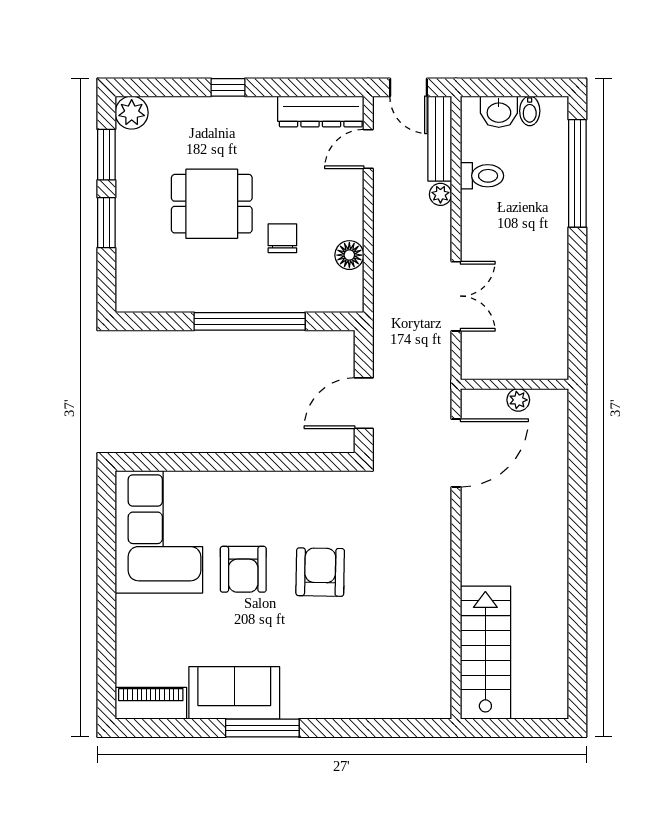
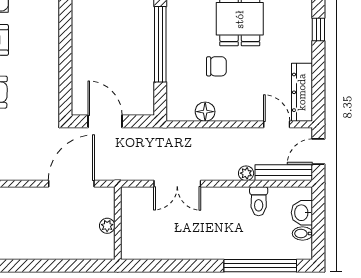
door: (456, 453) -> (71, 184), swing flipped

